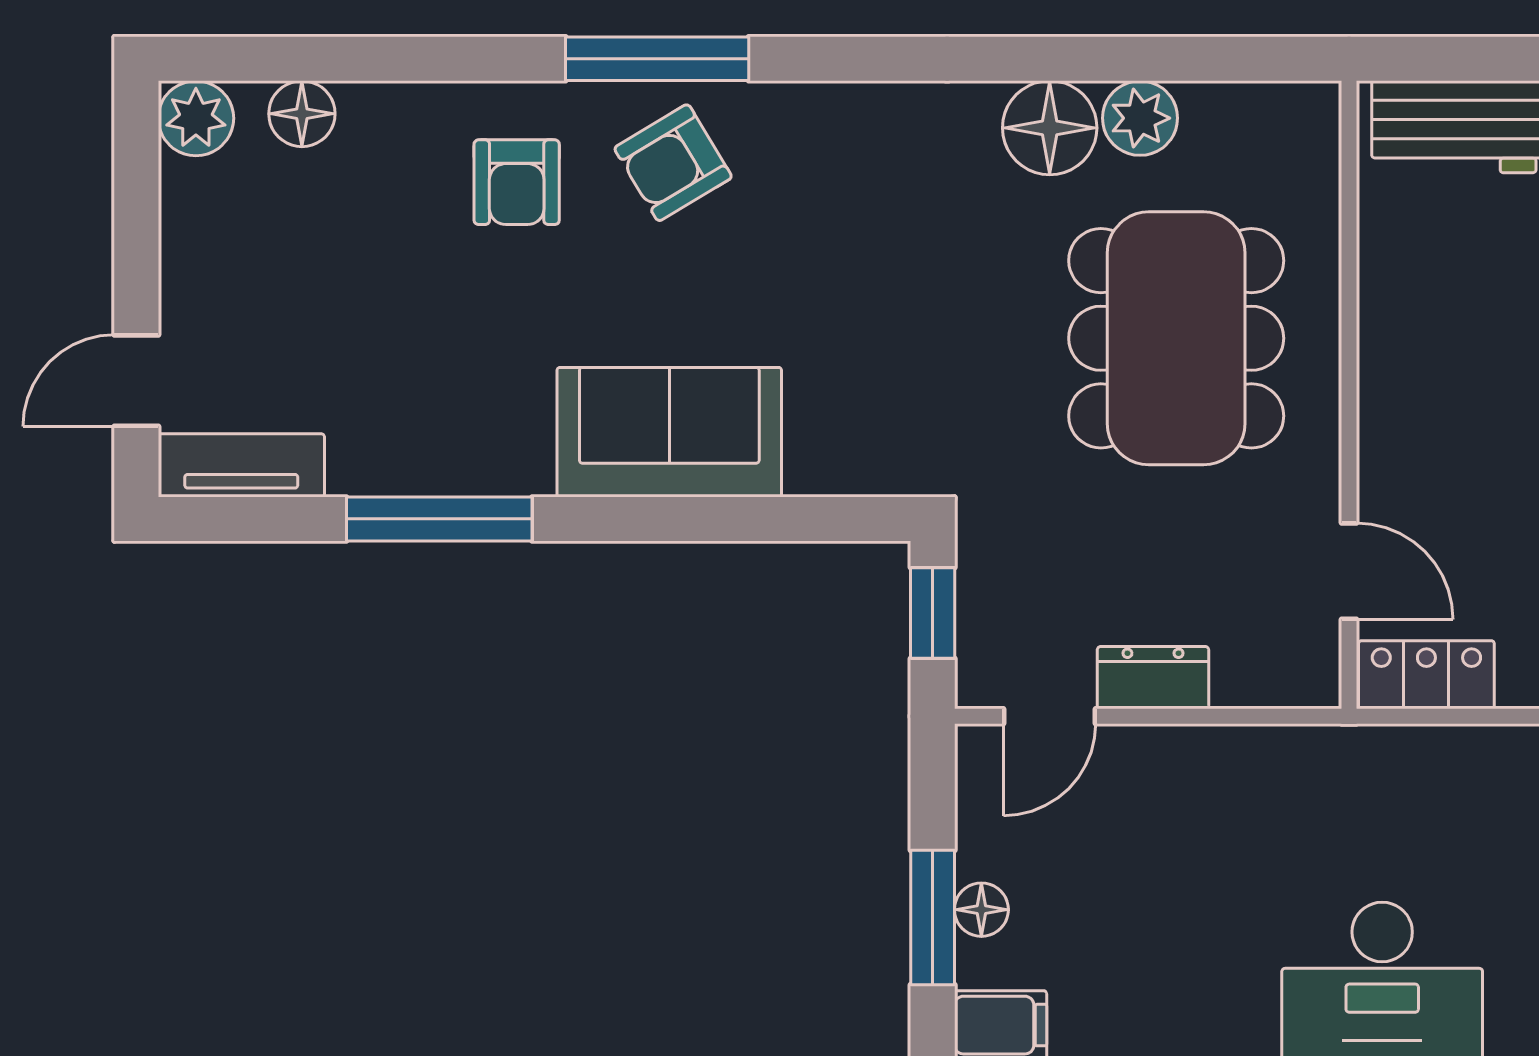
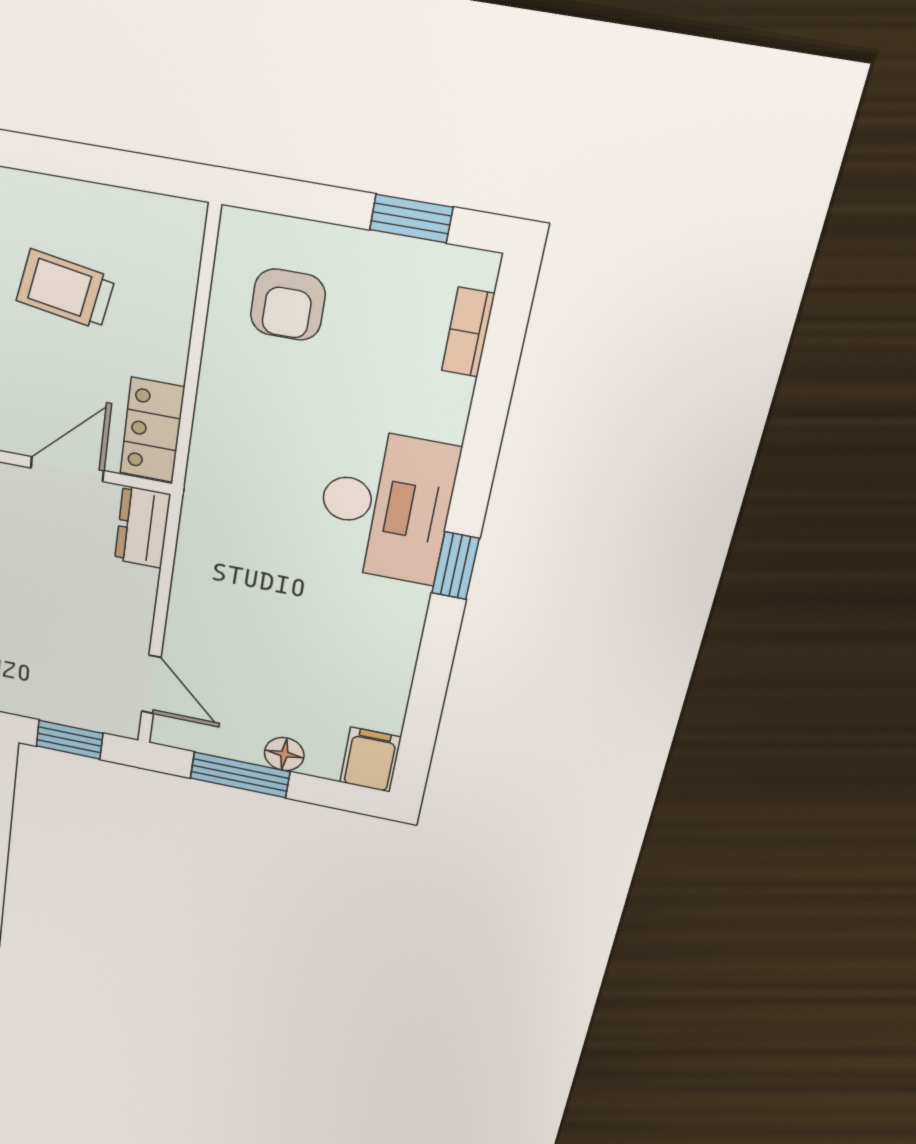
dresser: (1153, 678) -> (142, 527), moved
window: (933, 918) -> (240, 775), moved

